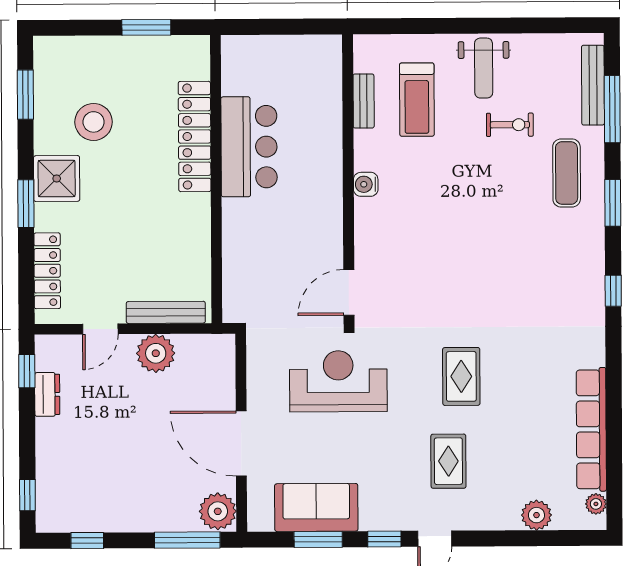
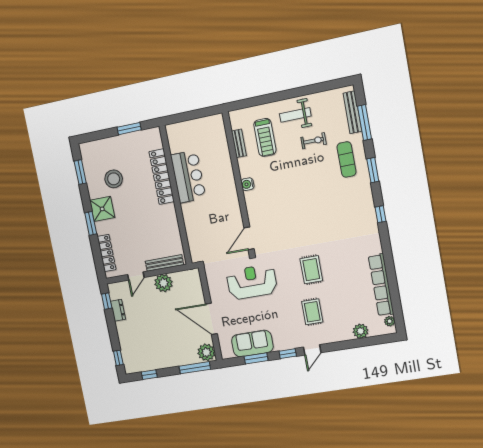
weight bench: (484, 68) -> (295, 115), turned 90

